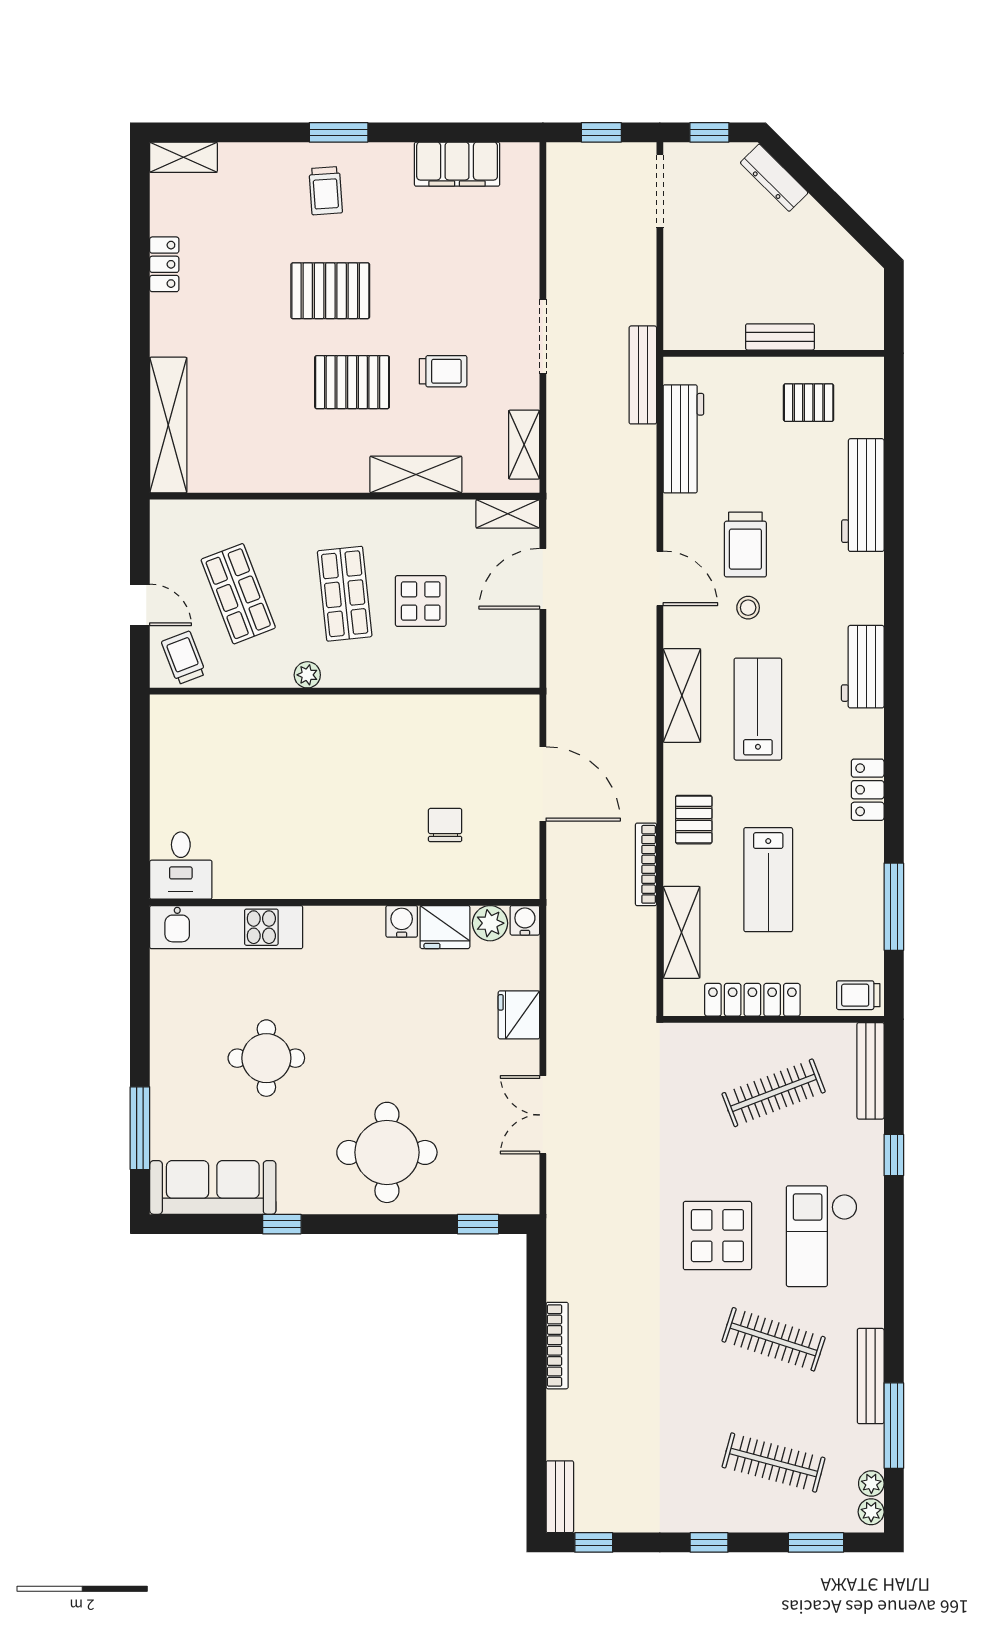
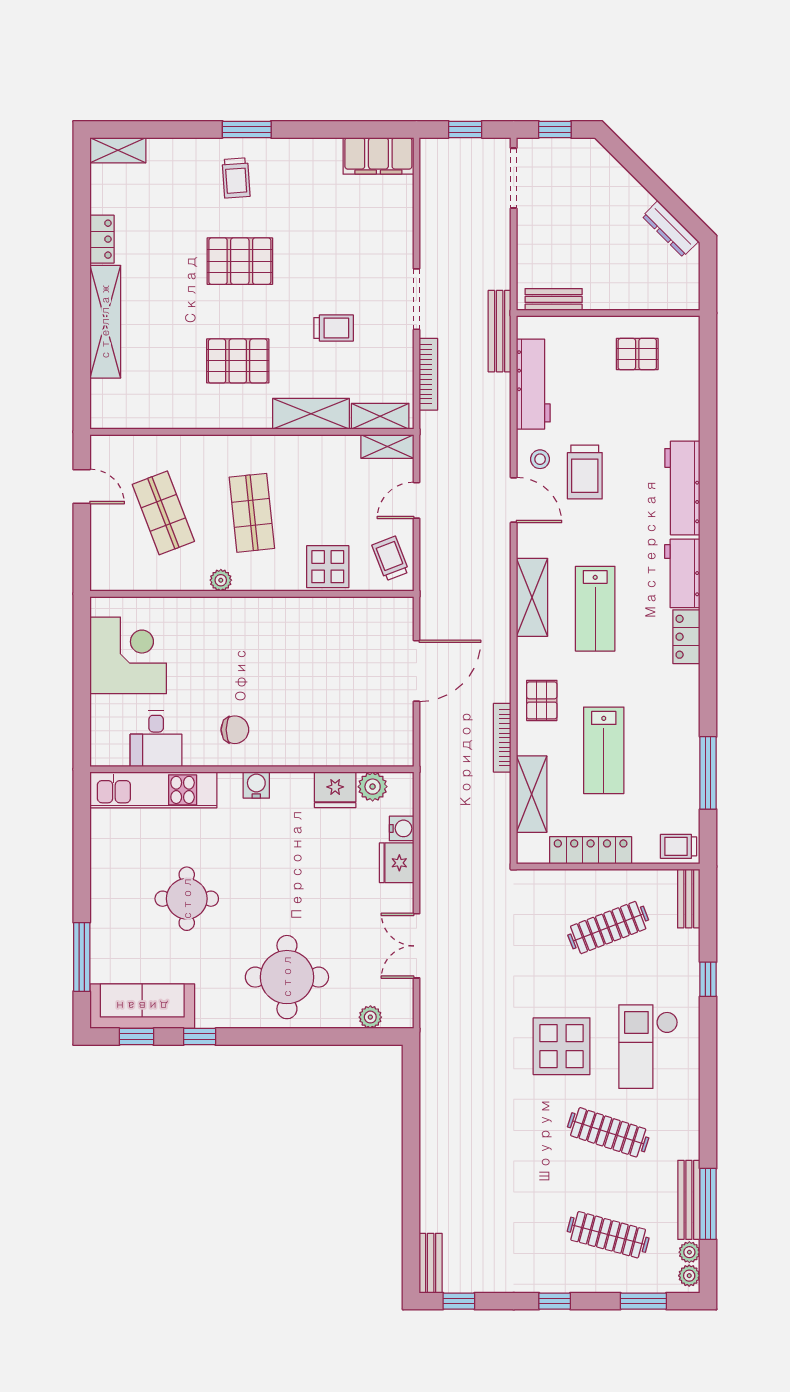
filing cabinet: (457, 164) -> (378, 156), moved
dresser: (774, 178) -> (670, 229), moved
bench: (780, 337) -> (554, 299), moved
pallet: (352, 382) -> (238, 361), moved
shelving: (168, 425) -> (105, 322), moved
shelving: (524, 445) -> (380, 416), moved, turned 90
workbench: (863, 495) -> (682, 488), moved
door: (543, 579) -> (416, 500), width x0.73
display table: (421, 601) -> (328, 567), moved
door: (140, 605) -> (82, 486), moved
stool: (748, 608) -> (540, 459), moved
trolley: (184, 658) -> (390, 558), moved
lab bench: (758, 709) -> (595, 609), turned 180
corner desk: (196, 765) -> (128, 655), added
door: (543, 784) -> (416, 671), hinge flipped
locker: (868, 790) -> (686, 637), moved
chair: (445, 825) -> (235, 730), moved, turned 90
desk: (181, 866) -> (156, 739), moved
water cooler: (525, 920) -> (402, 828), moved, turned 90
water cooler: (402, 921) -> (256, 785), moved
bench: (871, 1071) -> (689, 899), width x0.73
plant: (487, 1201) -> (370, 1017), added
window: (478, 1224) -> (136, 1037), moved
bookcase: (557, 1346) -> (428, 374), moved
bench: (871, 1376) -> (689, 1200), moved

